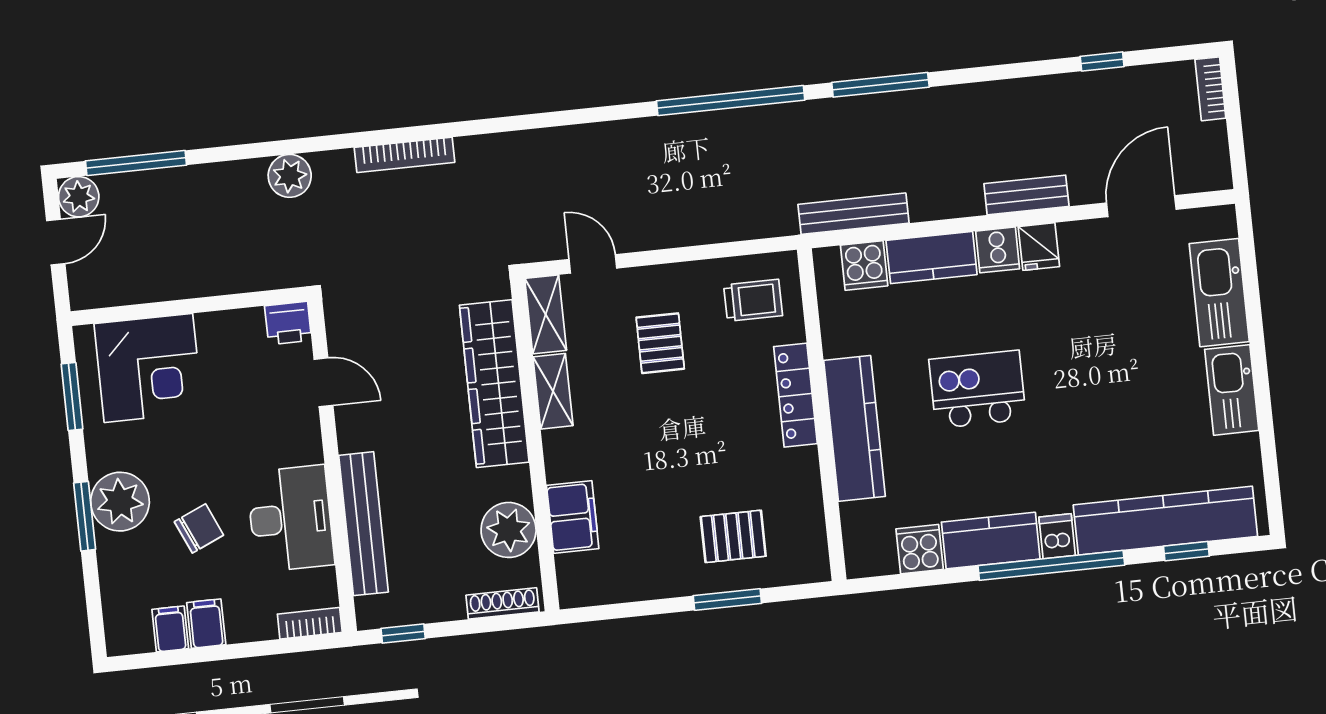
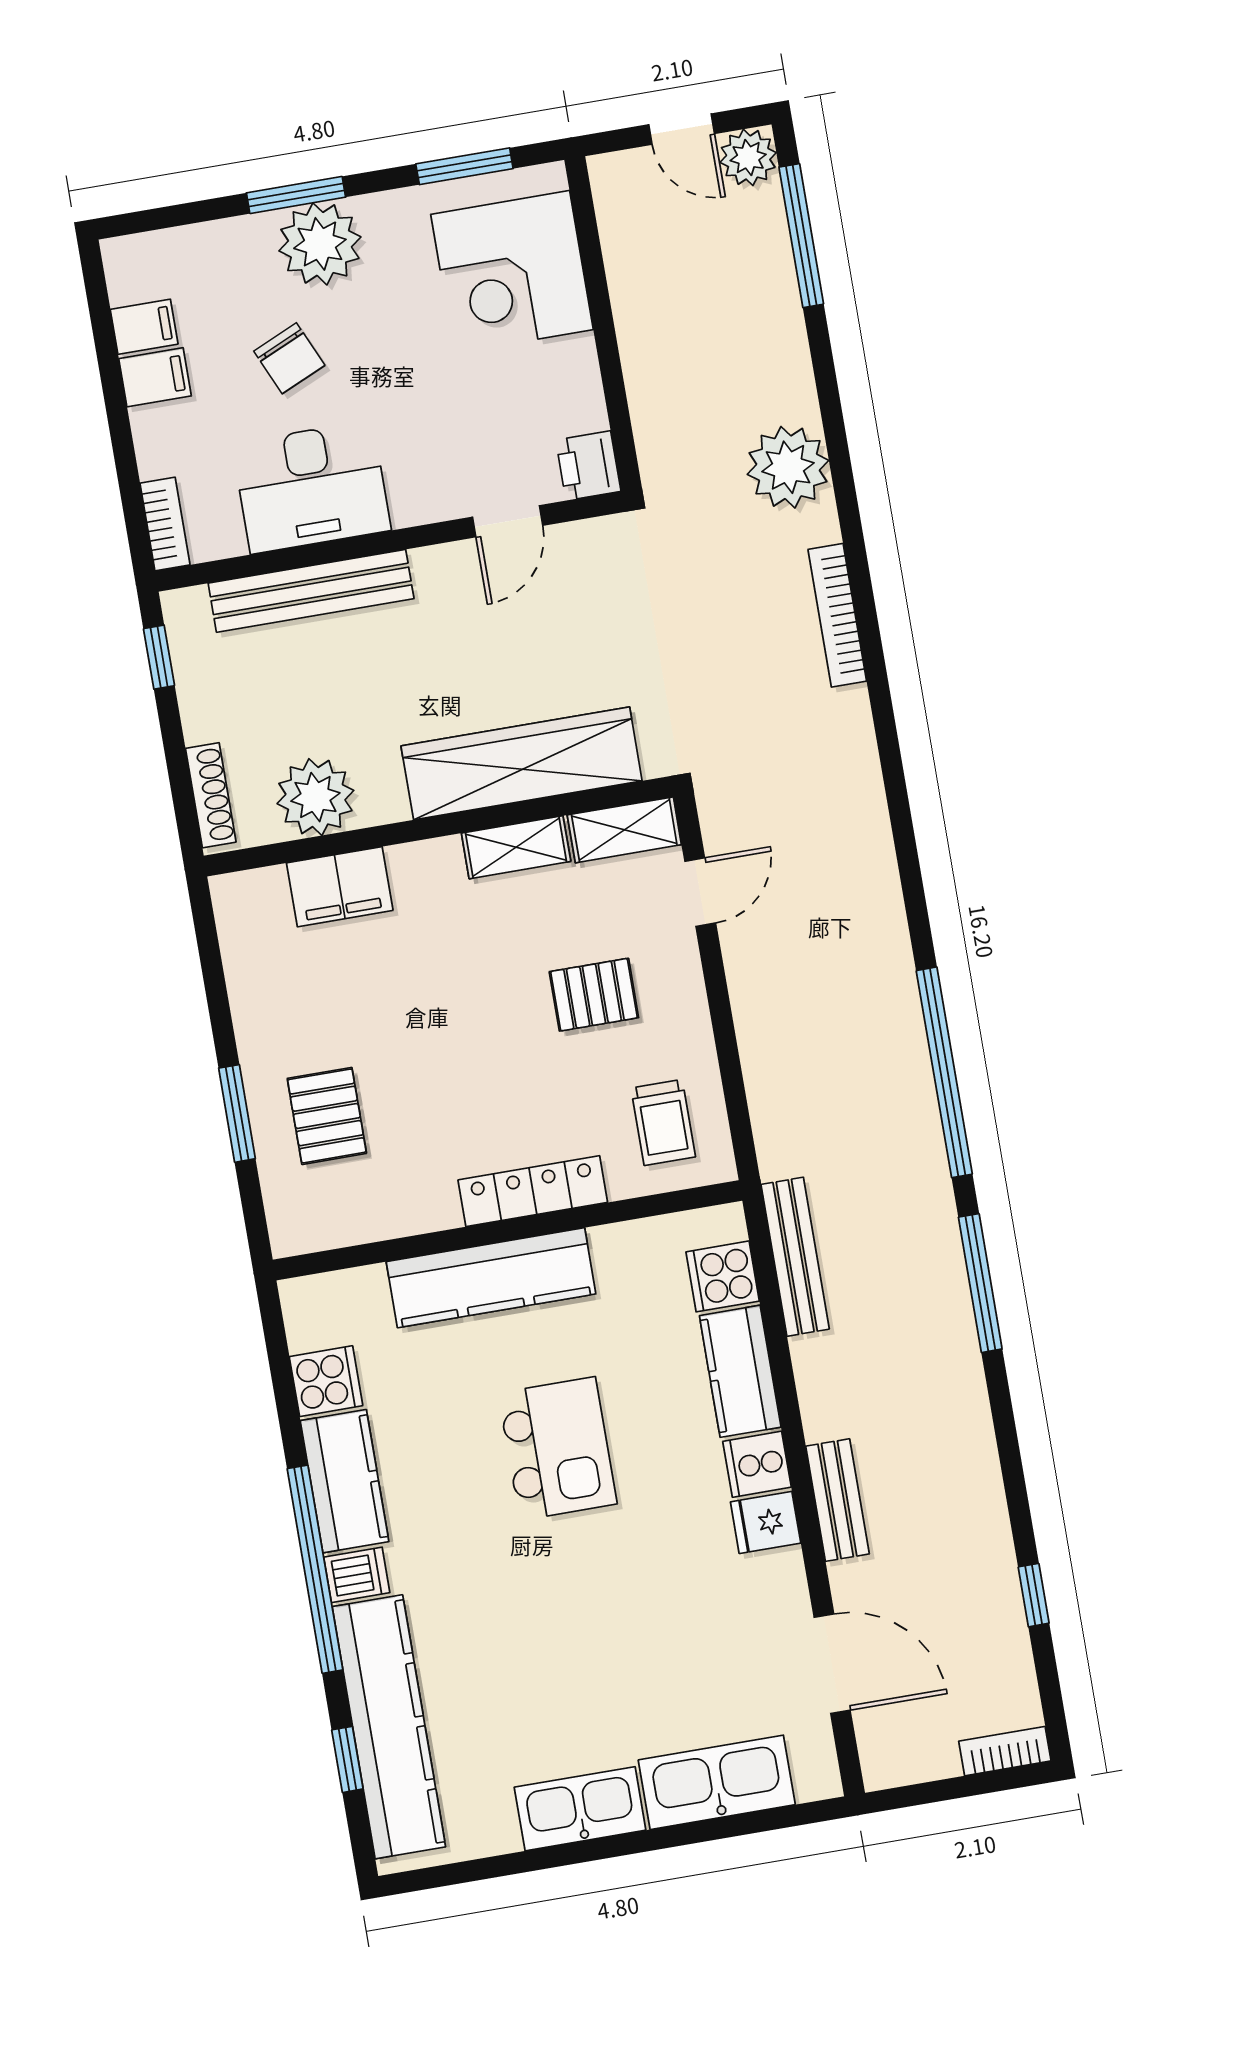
plant: (290, 176) -> (788, 467), width x1.36, depth x1.36

